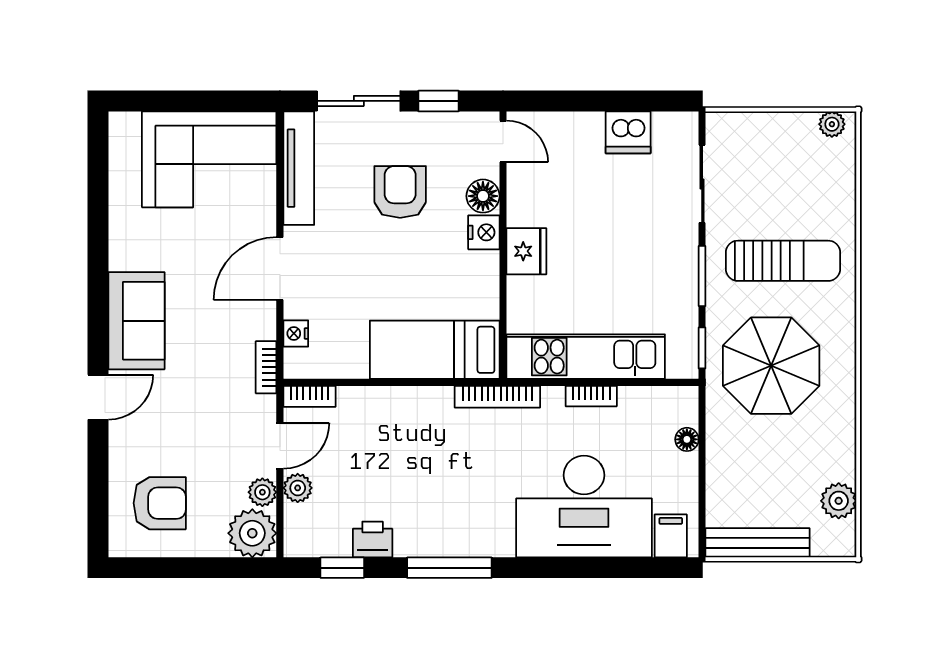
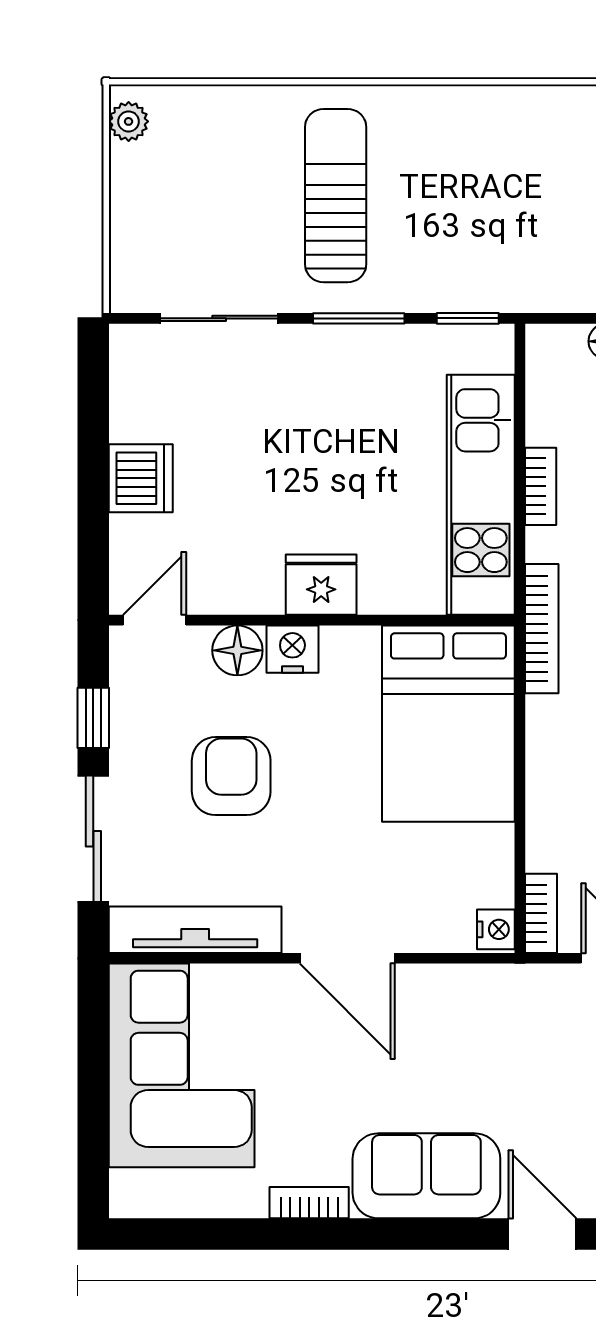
dishwasher: (628, 132) -> (141, 478), moved
armchair: (400, 192) -> (231, 776), turned 90
nightstand: (296, 333) -> (496, 929), moved, turned -90
bed: (435, 350) -> (448, 724), width x1.50
parasol: (771, 366) -> (495, 213), removed
bookcase: (266, 367) -> (309, 1203), moved, turned 180

